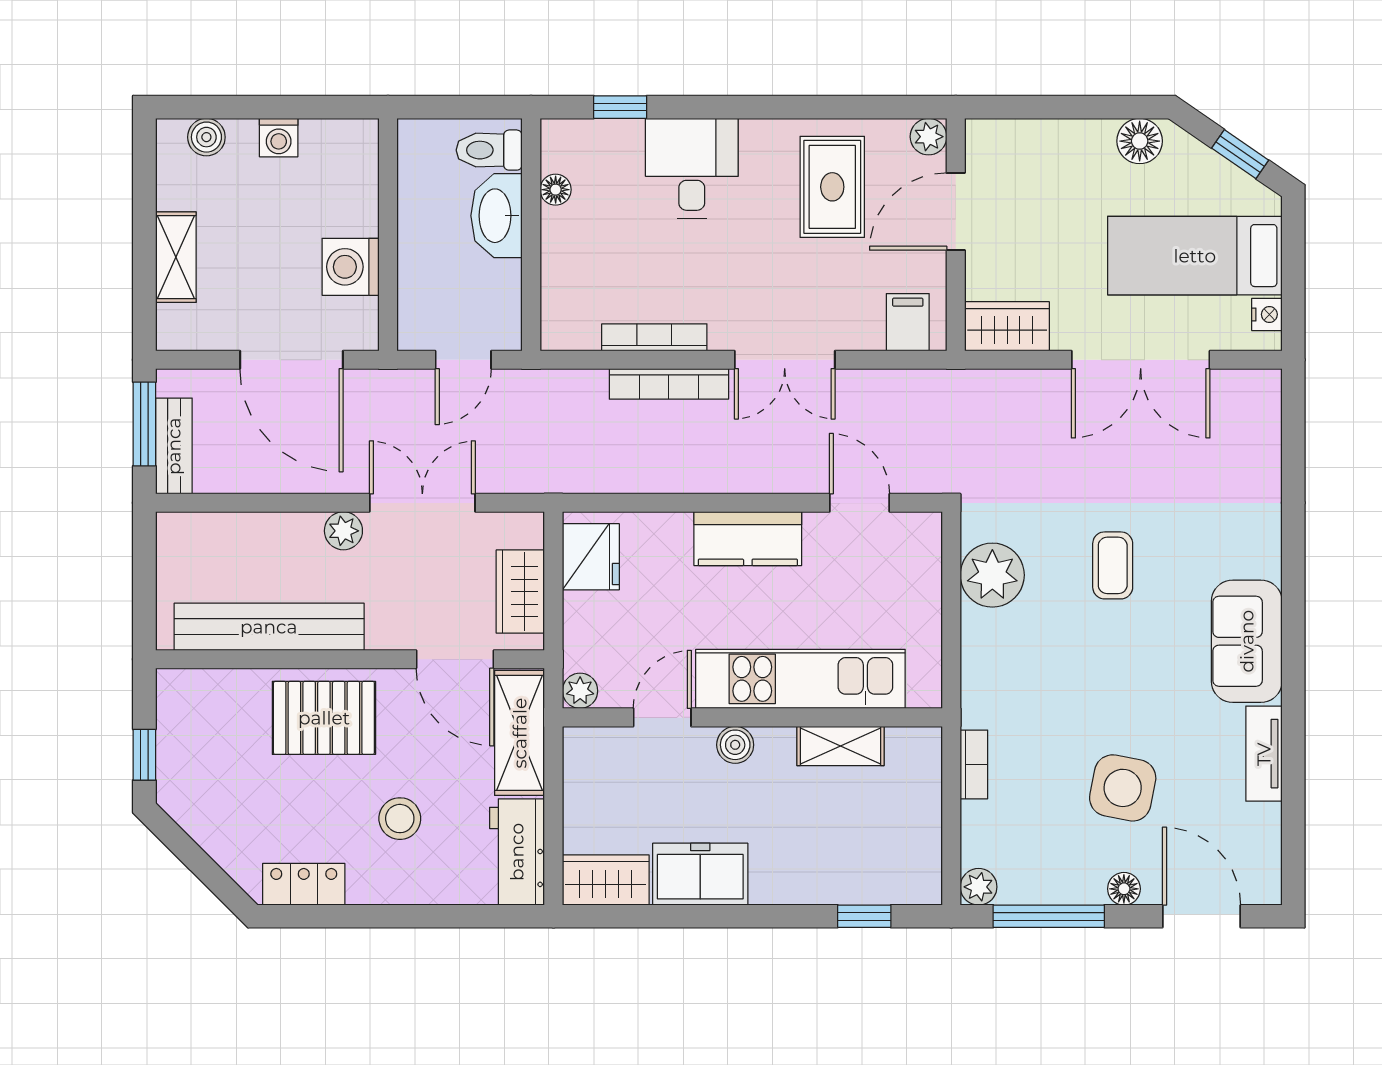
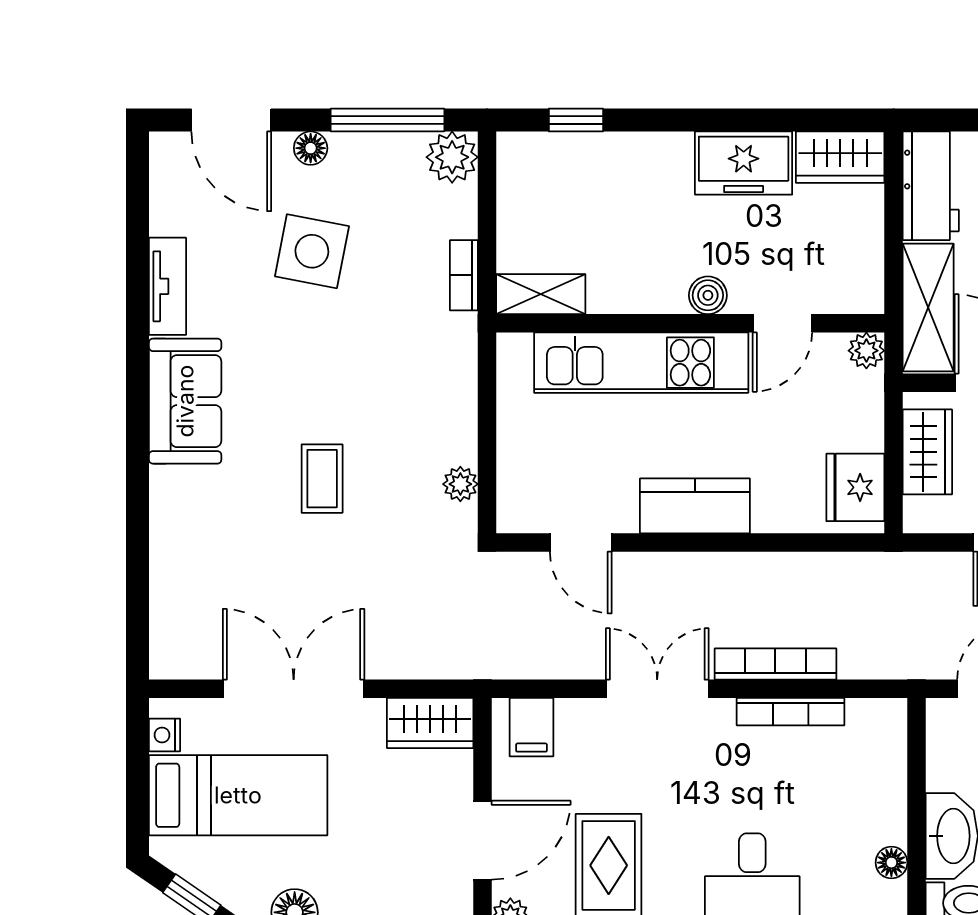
plant: (992, 575) -> (460, 484), width x0.53, depth x0.53
shelving: (840, 746) -> (541, 294), moved
plant: (979, 887) -> (452, 157), width x1.38, depth x1.38

